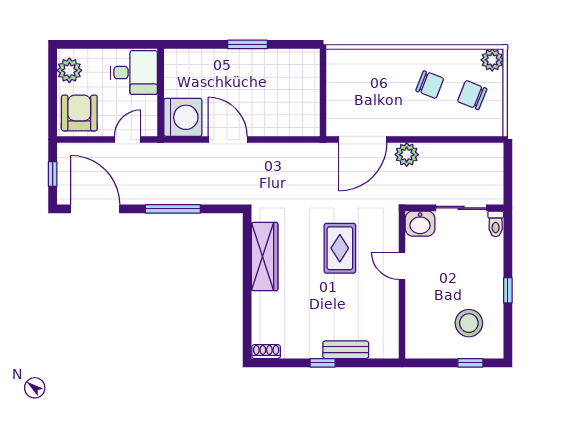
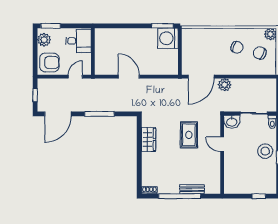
window: (82, 44) -> (51, 26), added
window: (248, 44) -> (162, 26), moved
armchair: (79, 113) -> (49, 62), turned 90
washing machine: (183, 117) -> (168, 38), moved, turned 180
door: (95, 209) -> (58, 114), swing flipped
wardrobe: (265, 257) -> (149, 139), width x0.67
stool: (469, 323) -> (265, 151), moved
window: (323, 363) -> (180, 196), width x3.17

